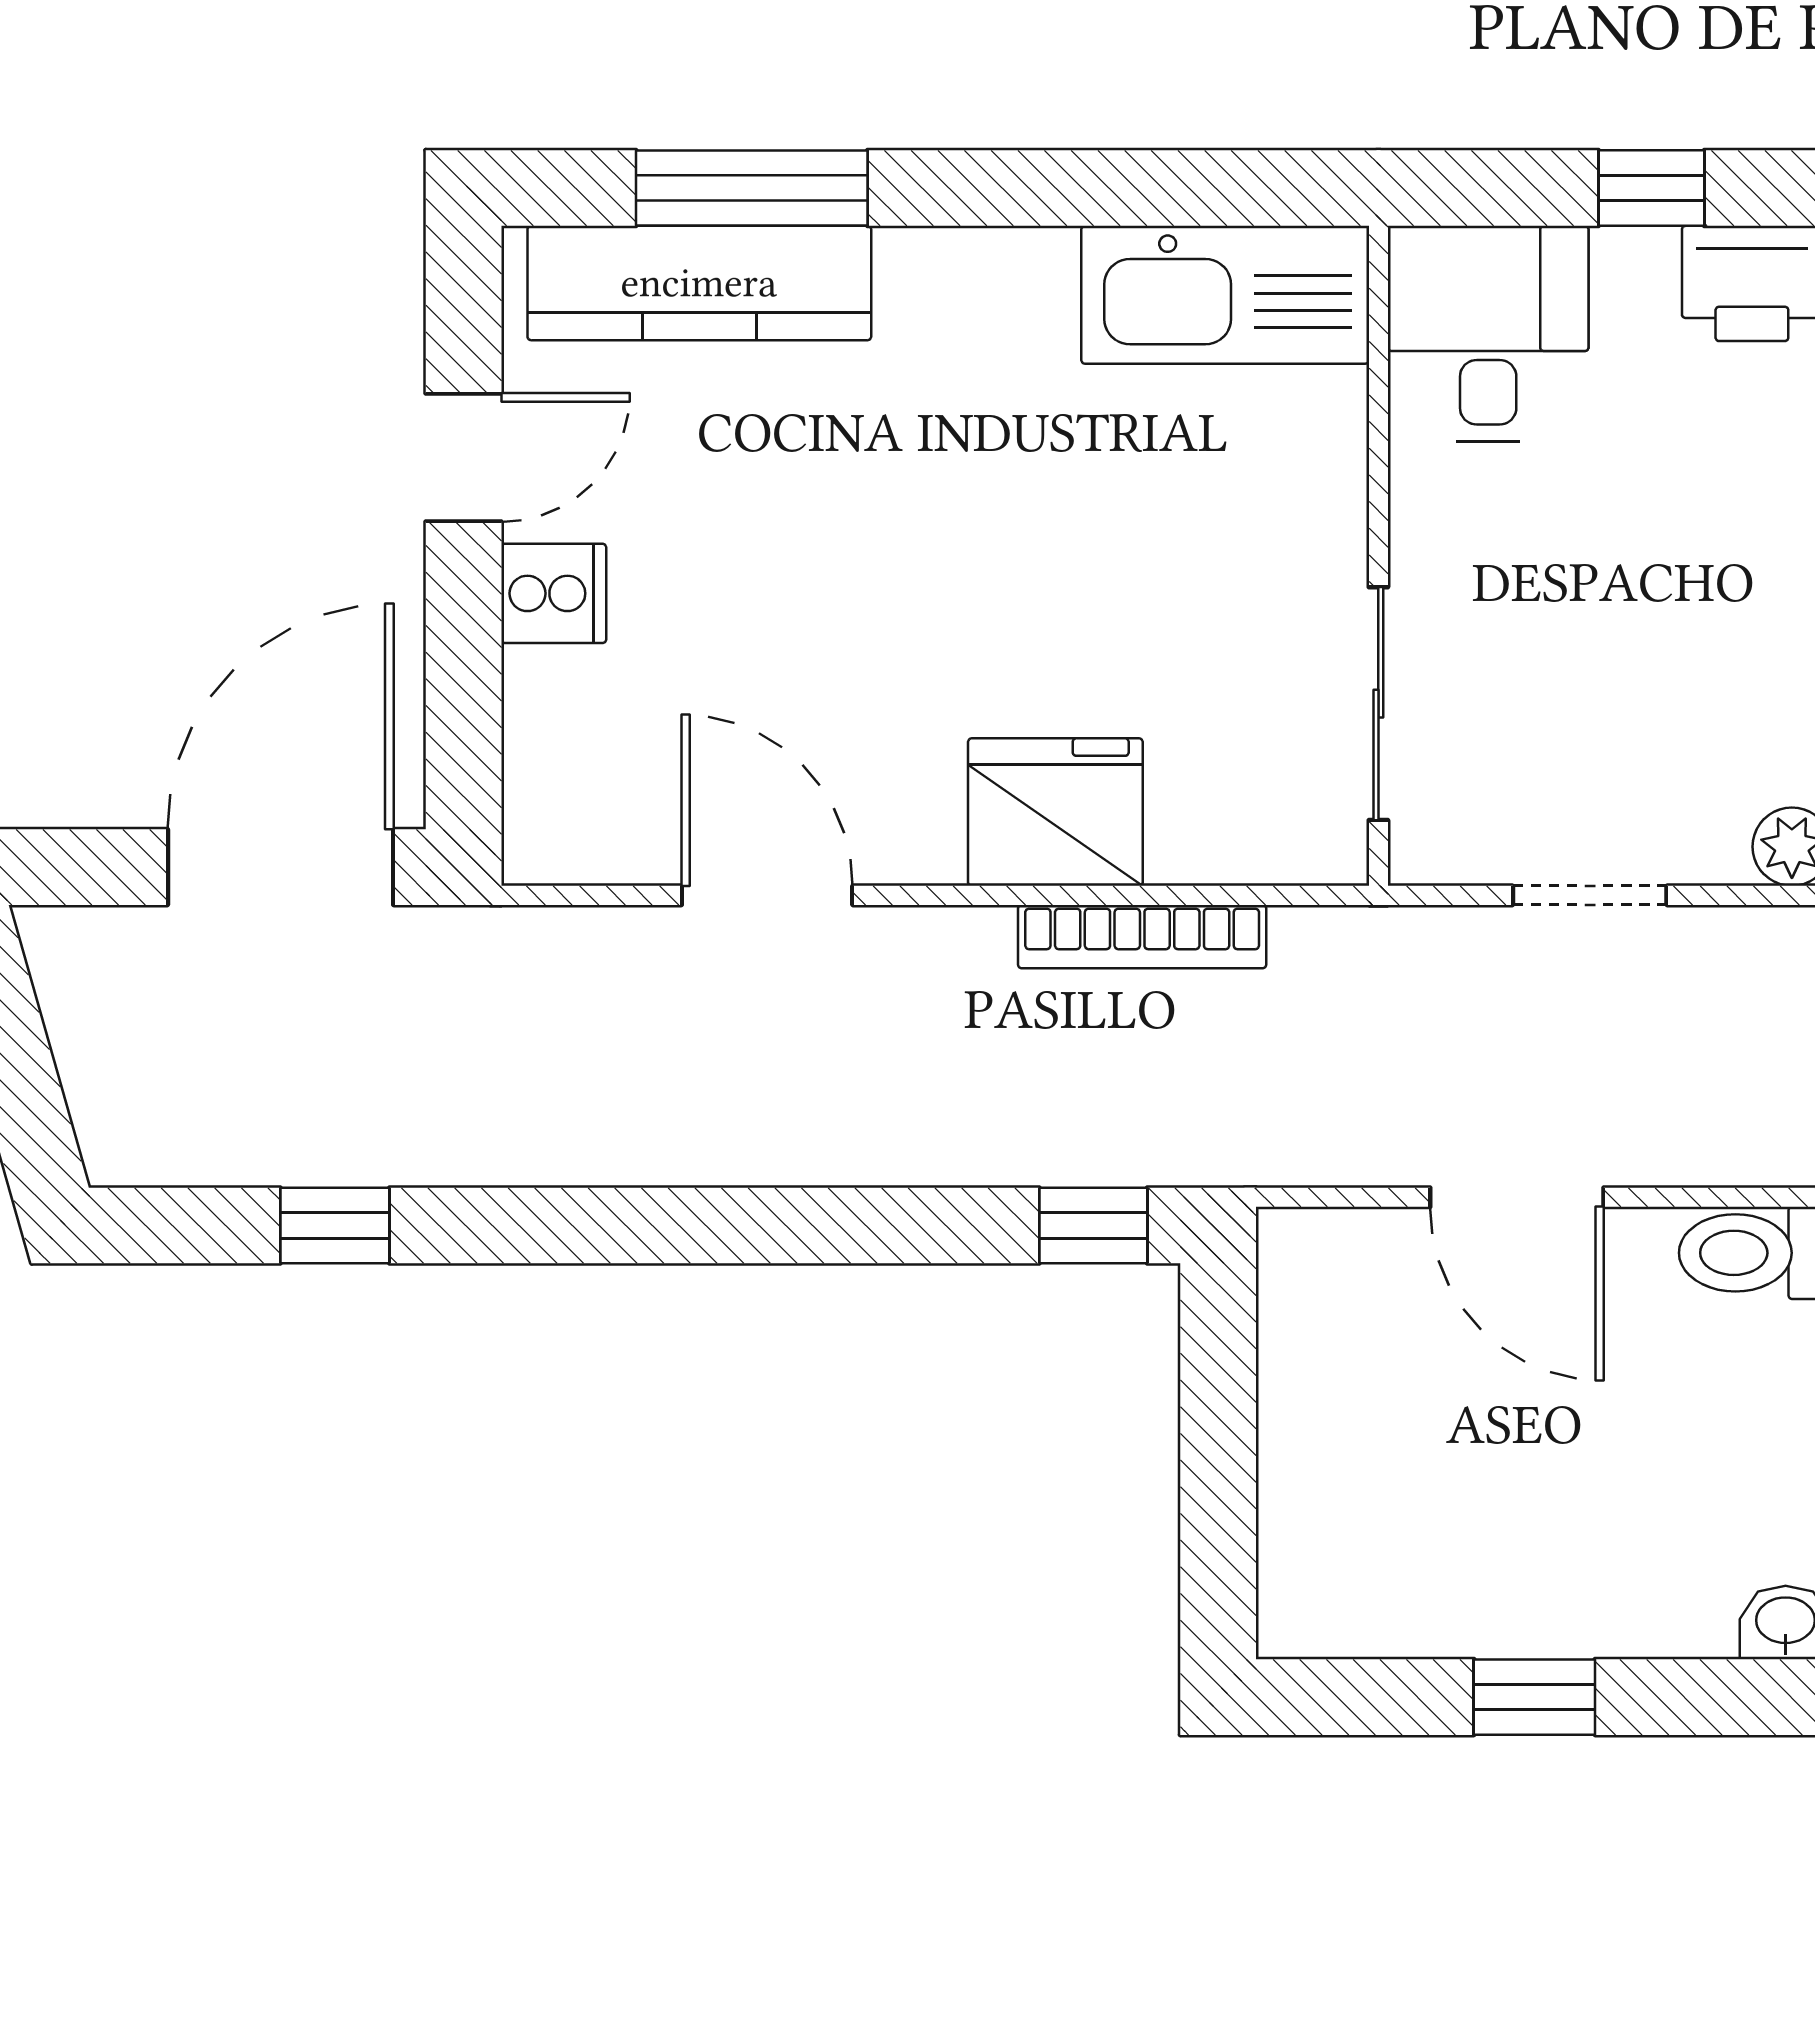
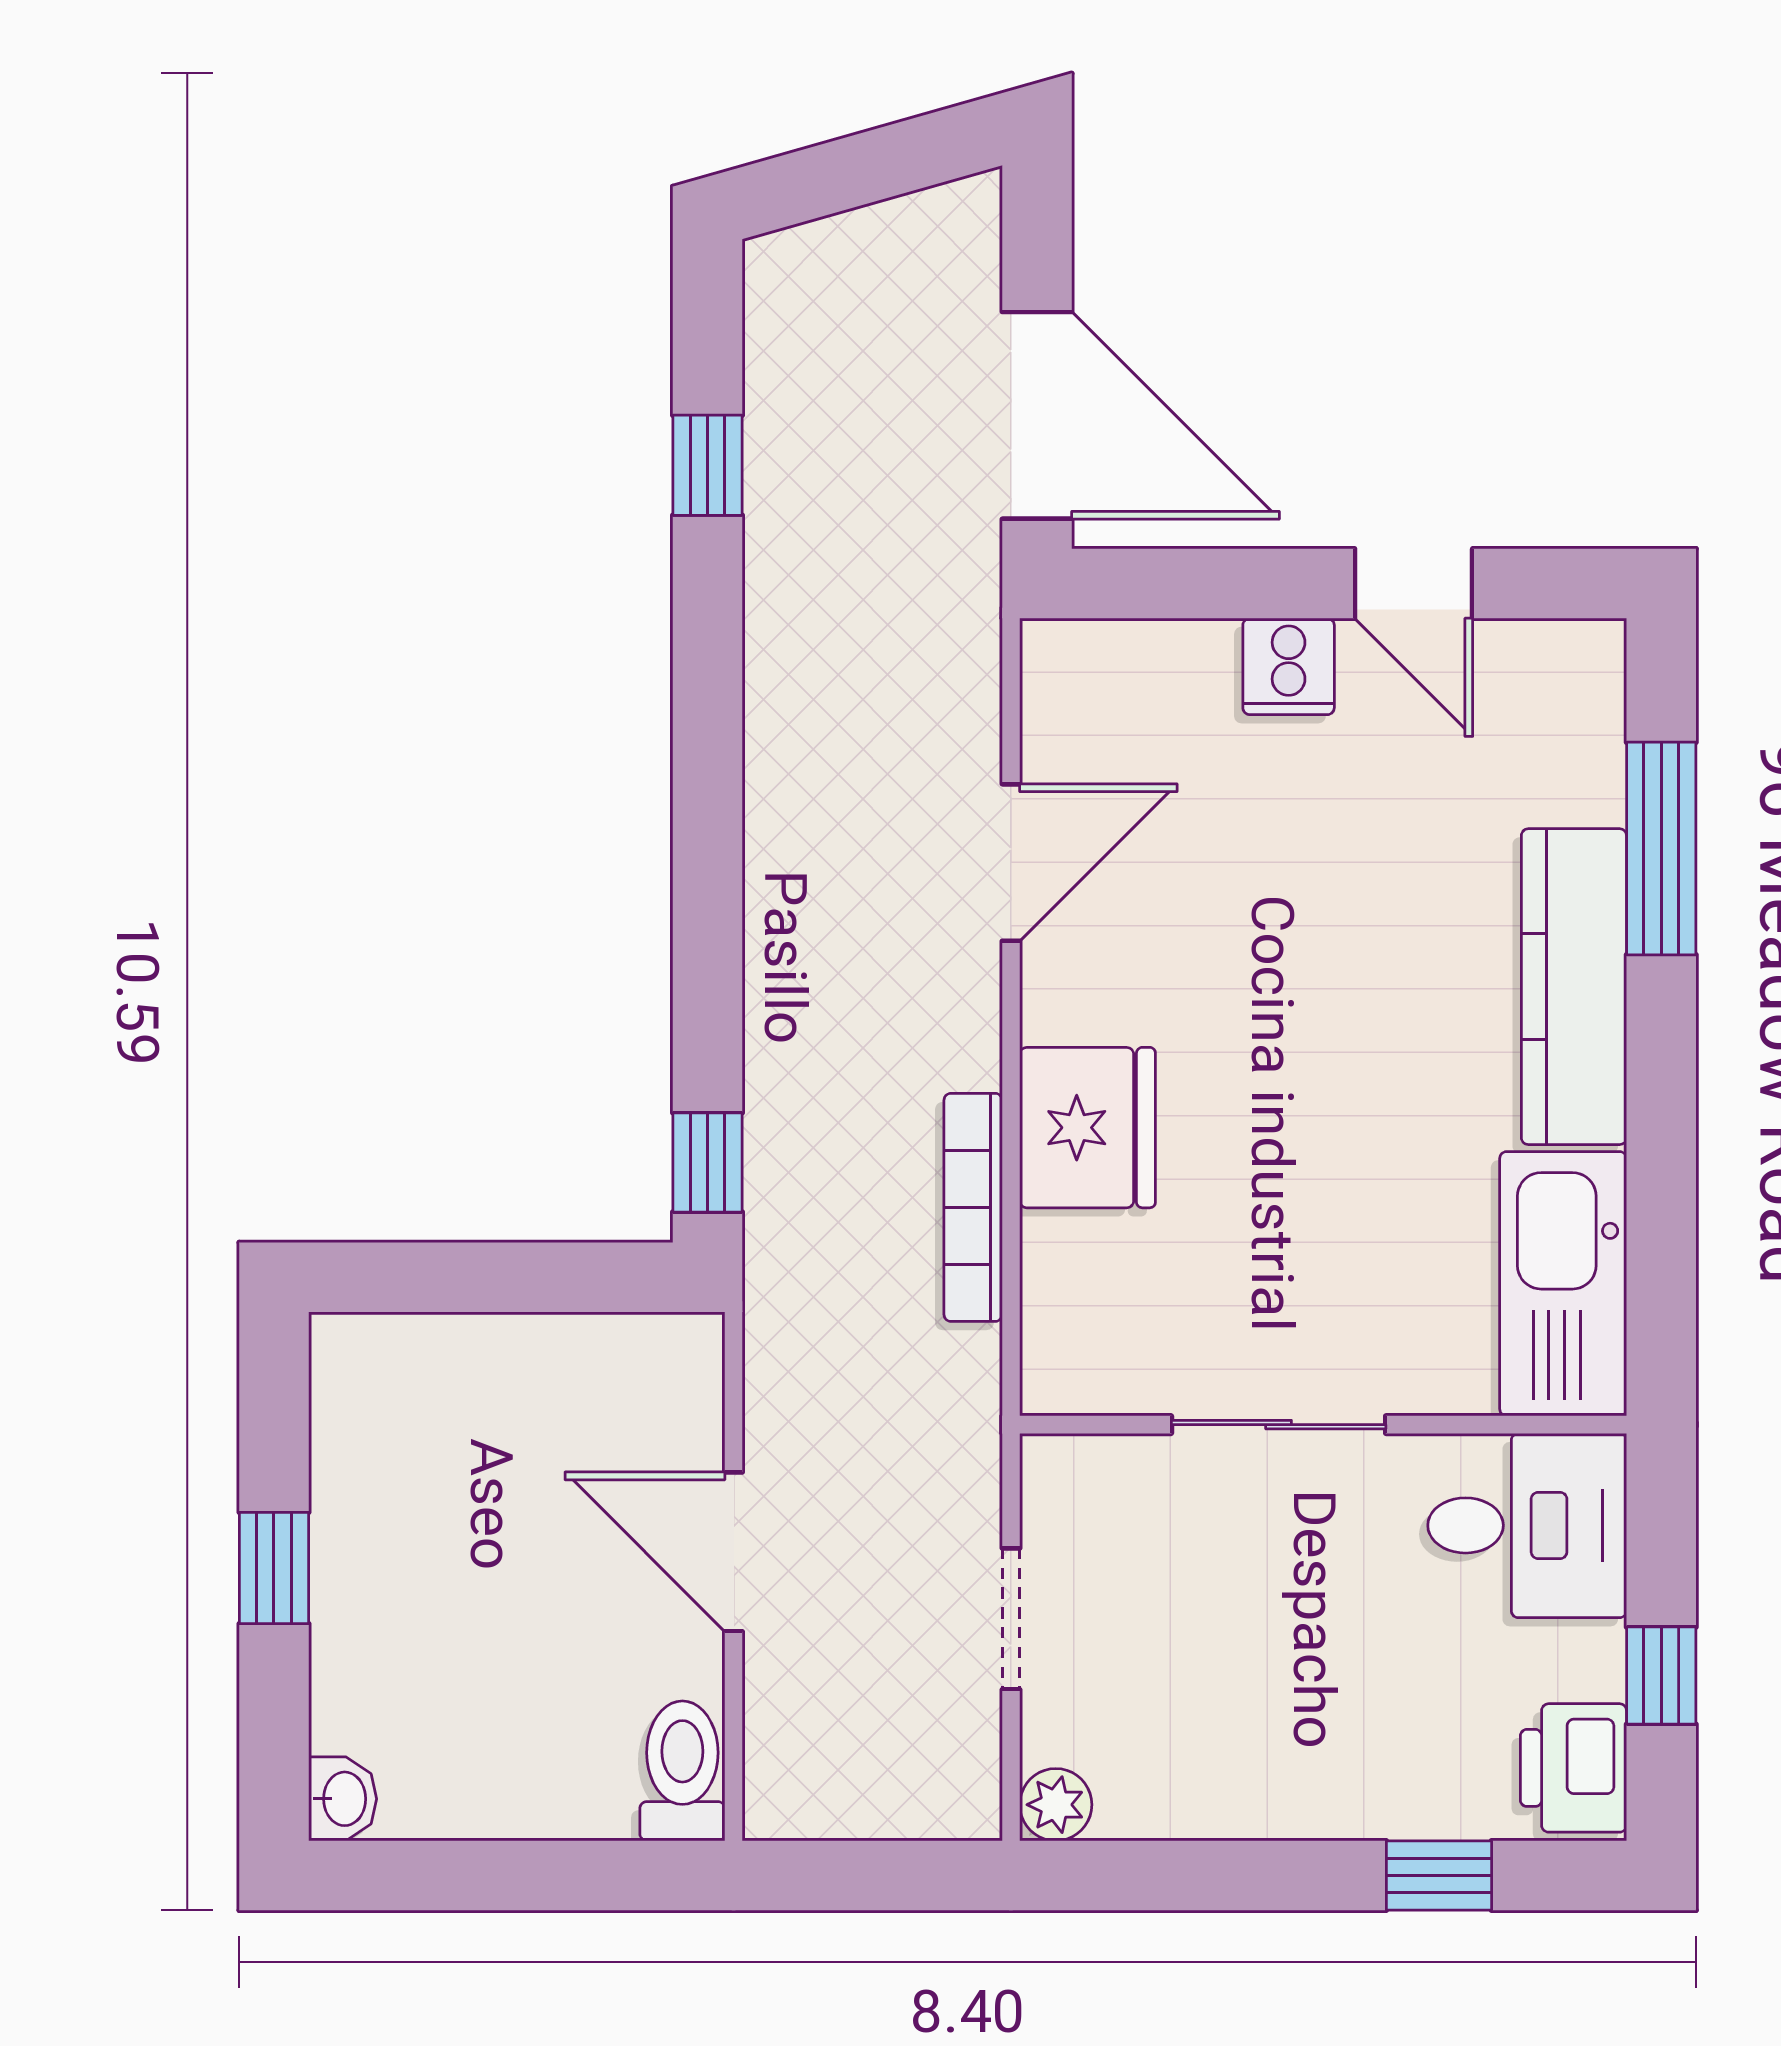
kitchen counter: (699, 283) -> (1574, 987), moved
sliding door: (1378, 704) -> (1279, 1425), moved
door: (1517, 1197) -> (734, 1552), hinge flipped

